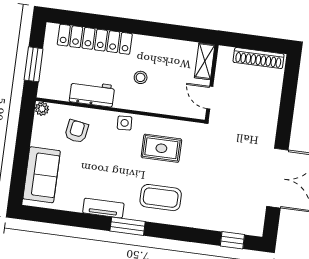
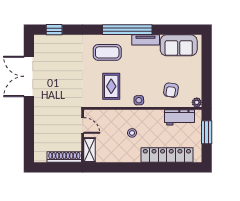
shoe rack: (259, 58) -> (64, 157), moved
workbench: (92, 94) -> (179, 117), moved
rug: (161, 148) -> (111, 86), turned 90
sofa: (42, 175) -> (179, 45), moved, turned -90
window: (128, 226) -> (127, 30), width x2.11

